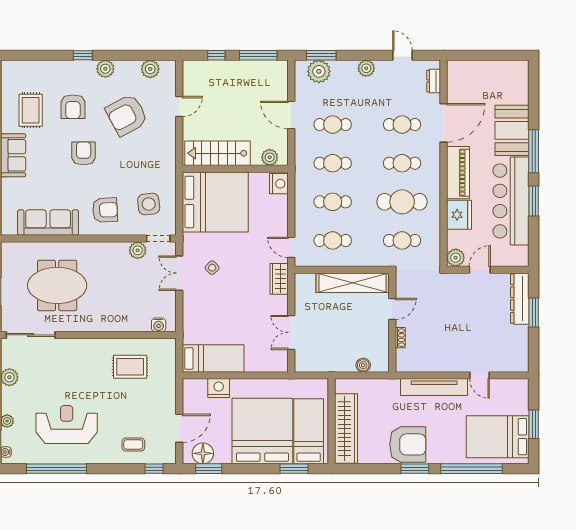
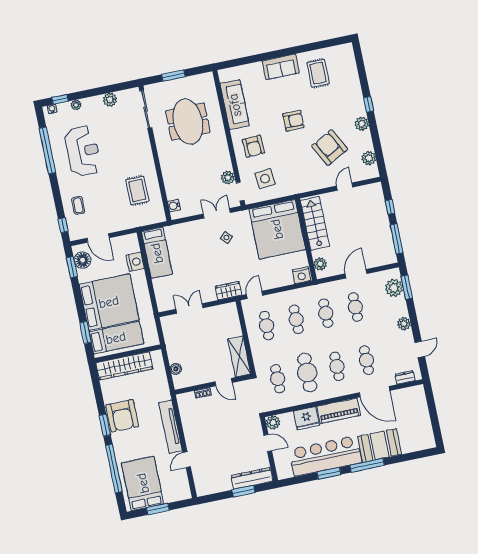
door: (179, 106) -> (345, 187), swing flipped
armchair: (73, 107) -> (327, 105), removed
rug: (31, 110) -> (318, 73), turned 90
shelving: (353, 283) -> (239, 356), width x0.68

